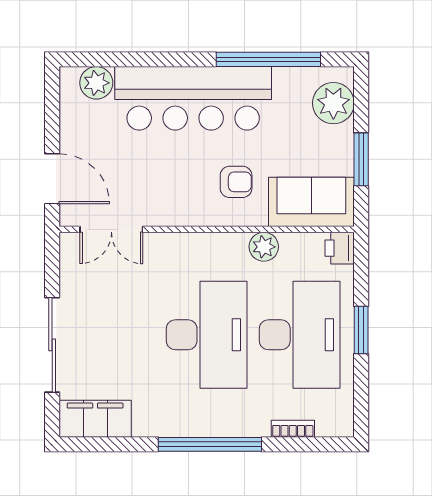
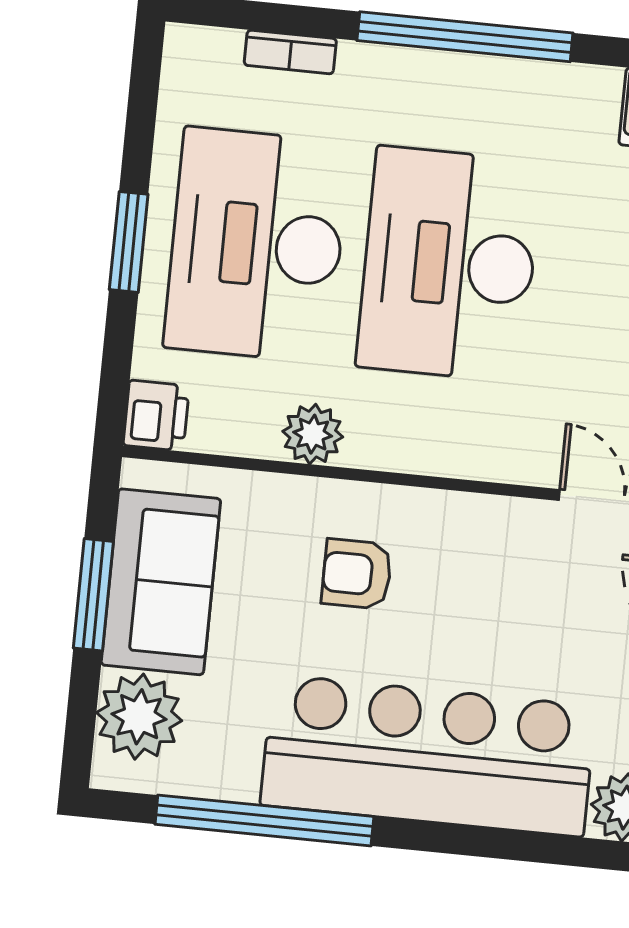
sofa: (311, 202) -> (161, 582), moved, turned -90

